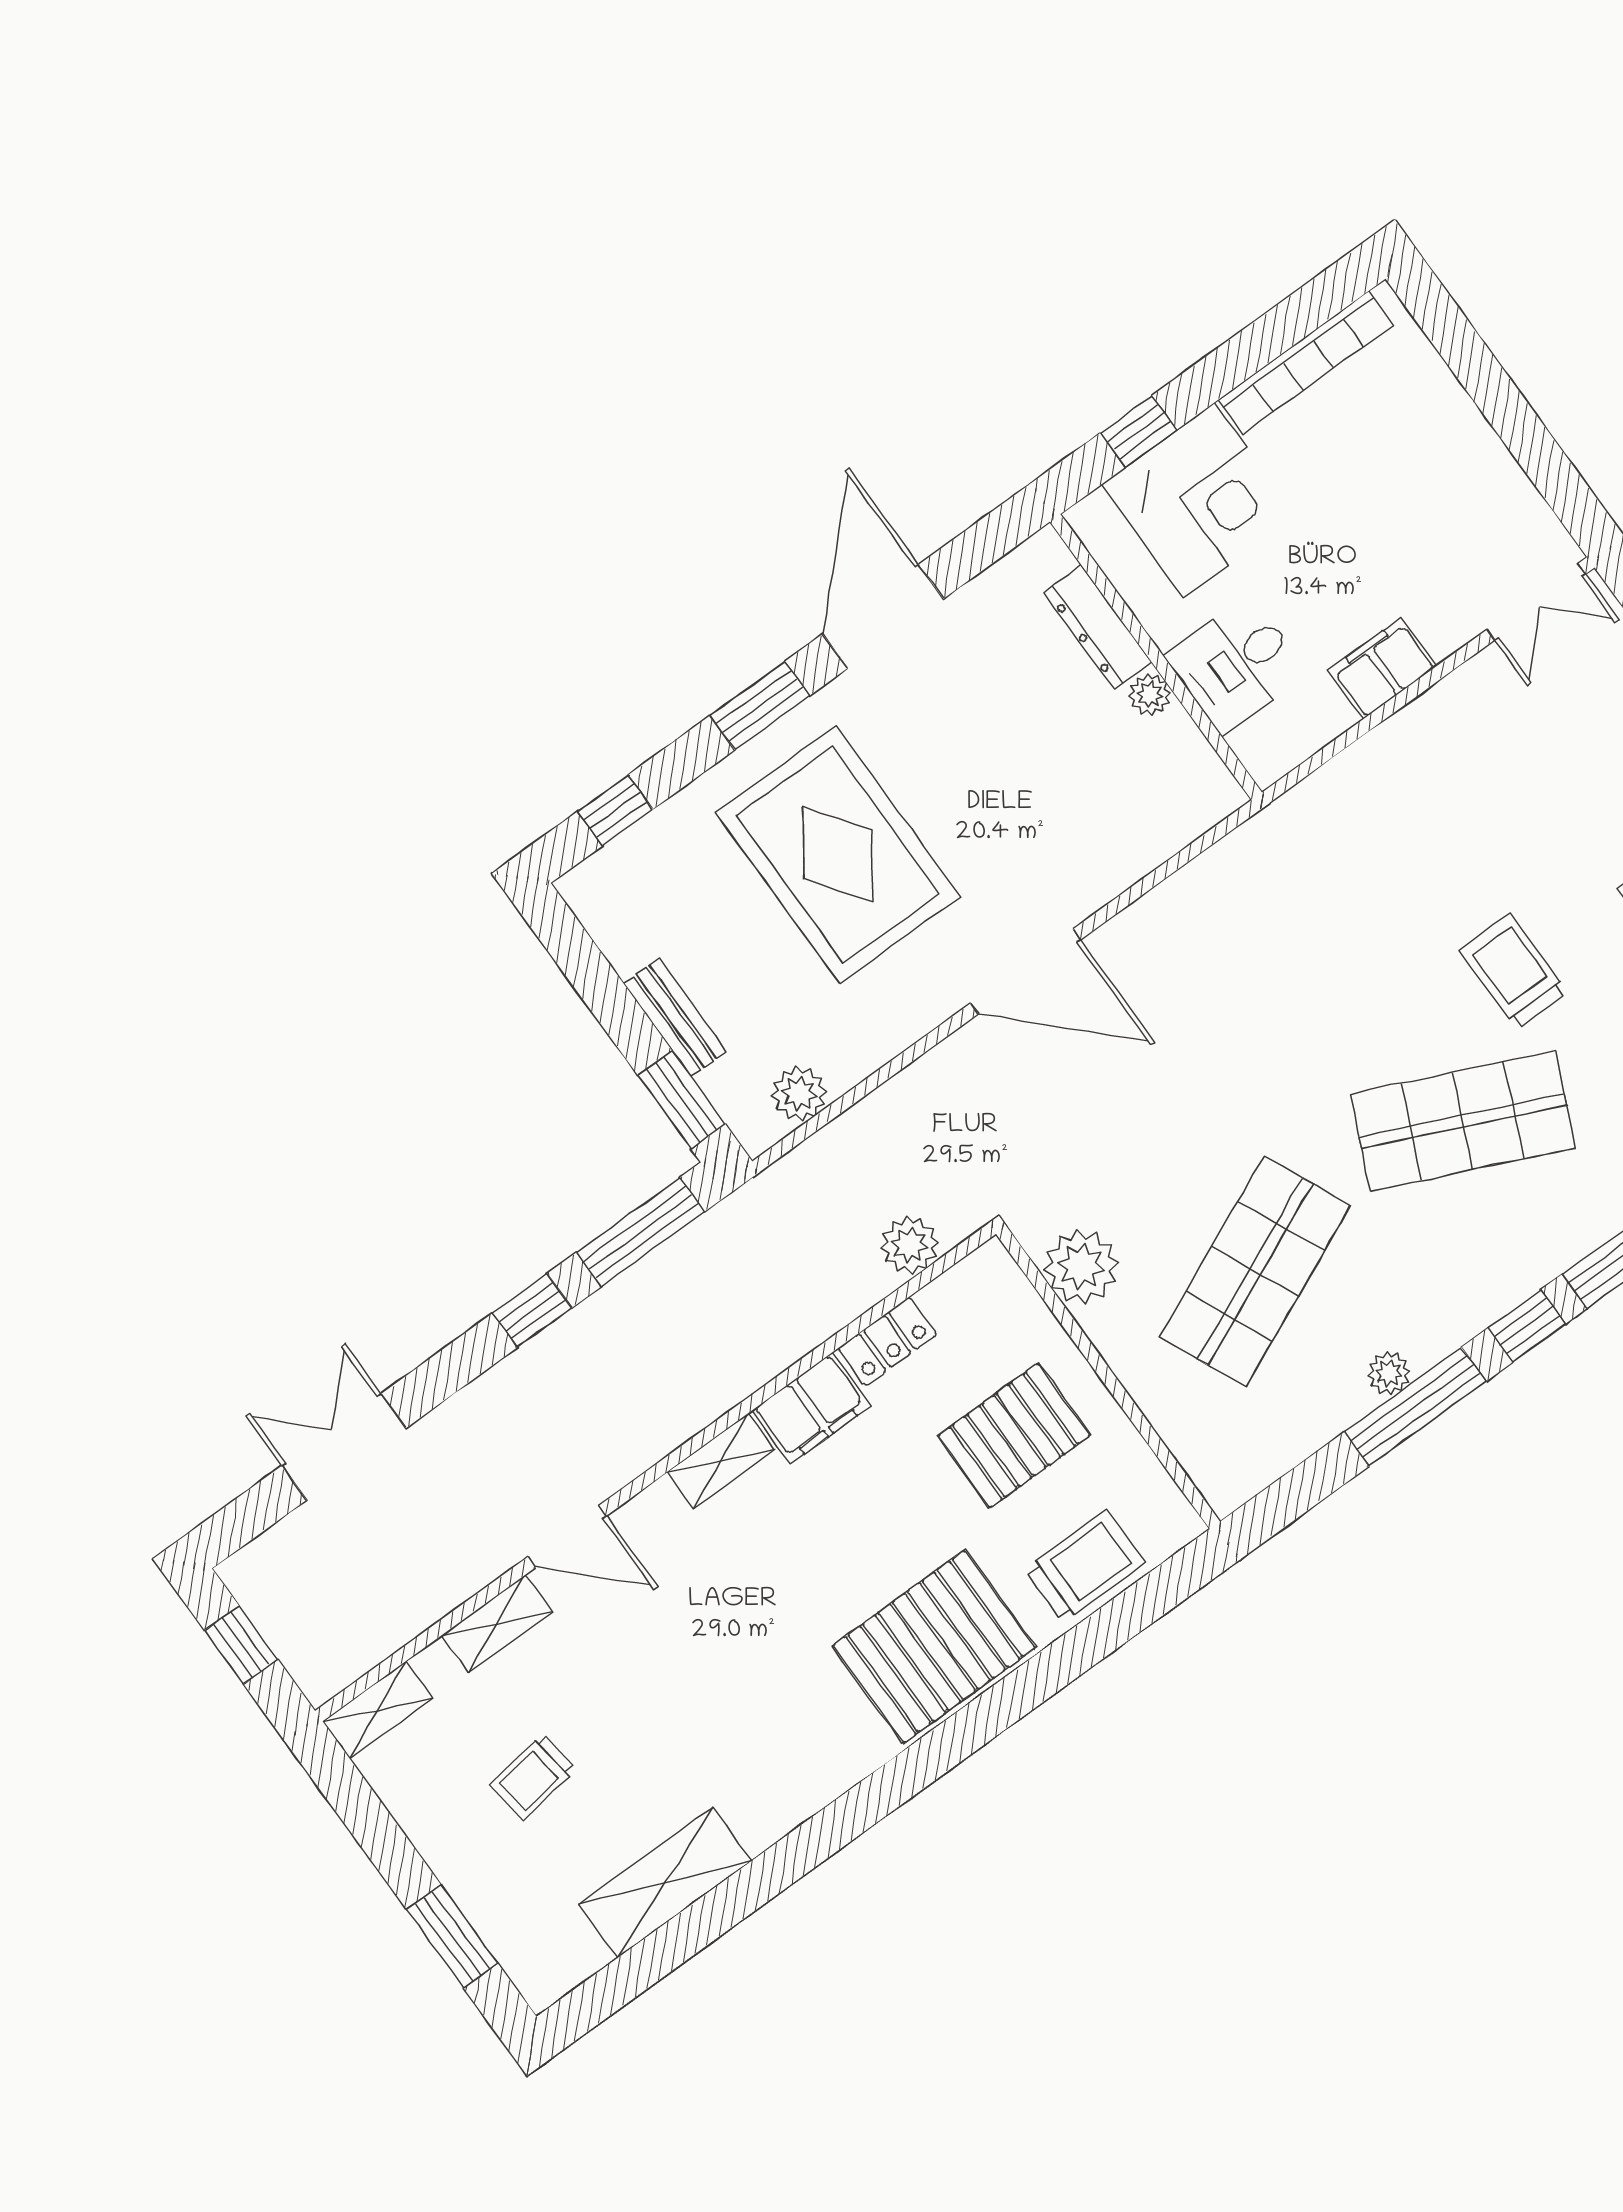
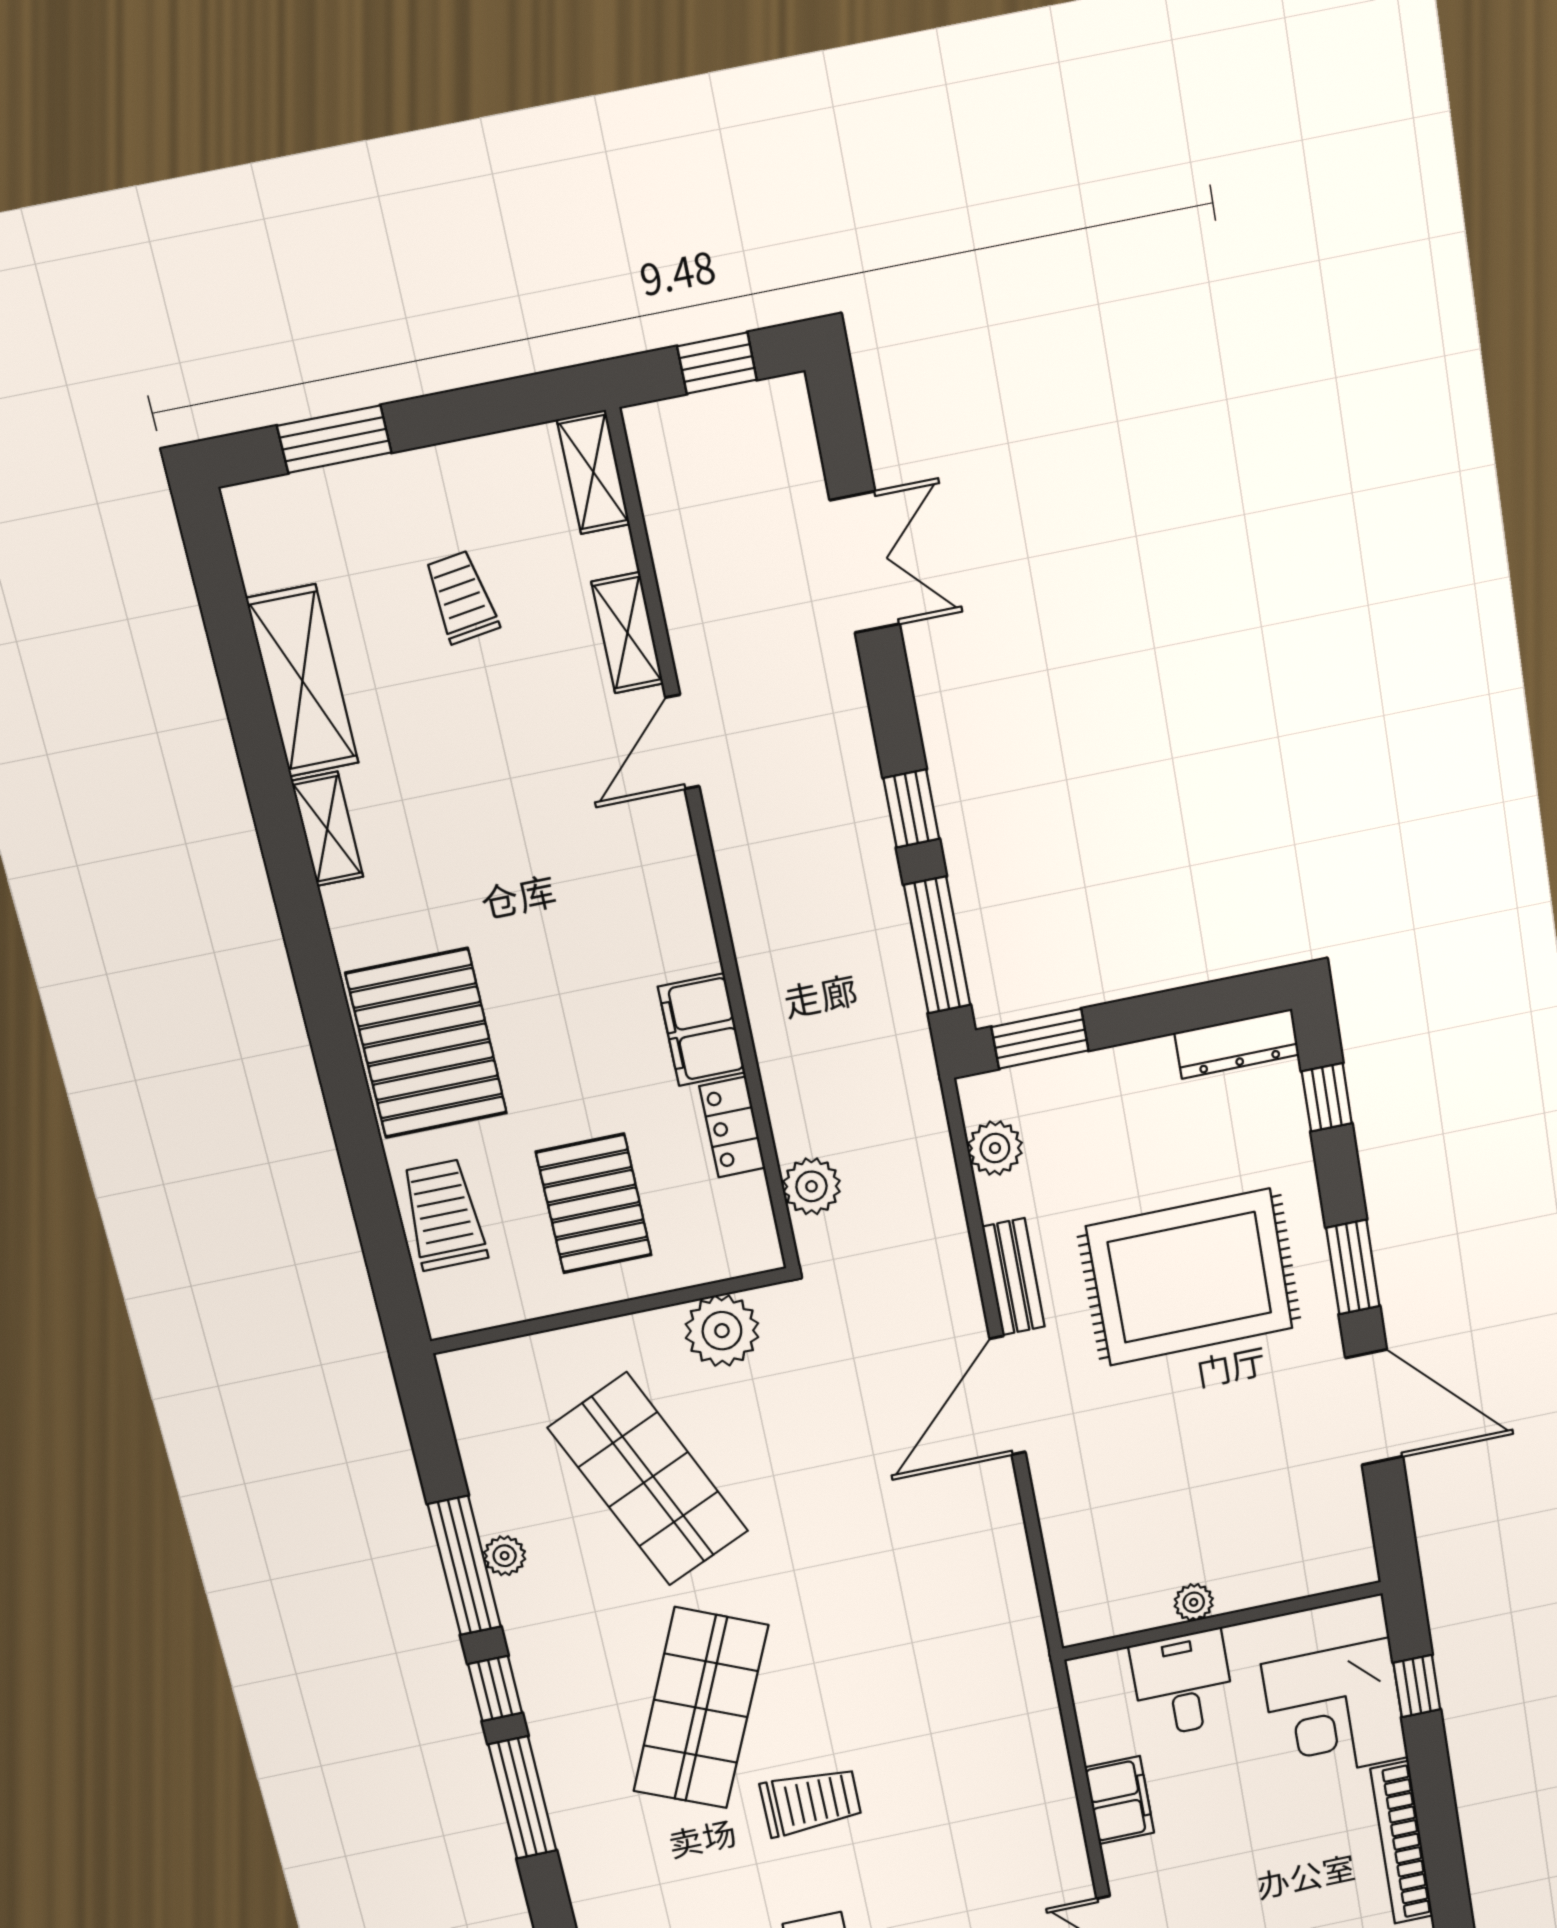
dresser: (1098, 627) -> (1237, 1044), moved, turned 180
bench: (675, 1017) -> (1013, 1277), moved, turned 90
shelving: (721, 1461) -> (327, 829), moved
trolley: (1085, 1566) -> (444, 1215), turned 180

